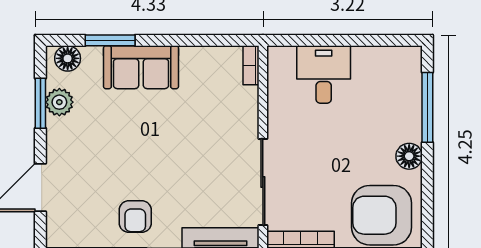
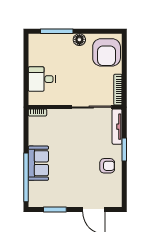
window: (110, 40) -> (26, 177), width x2.11
floor lamp: (68, 58) -> (34, 197), removed
plant: (59, 102) -> (54, 201), removed

